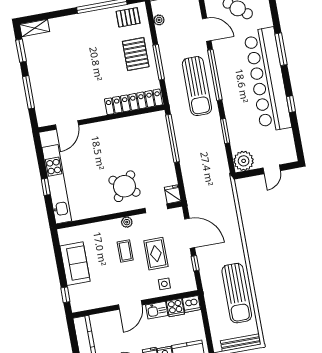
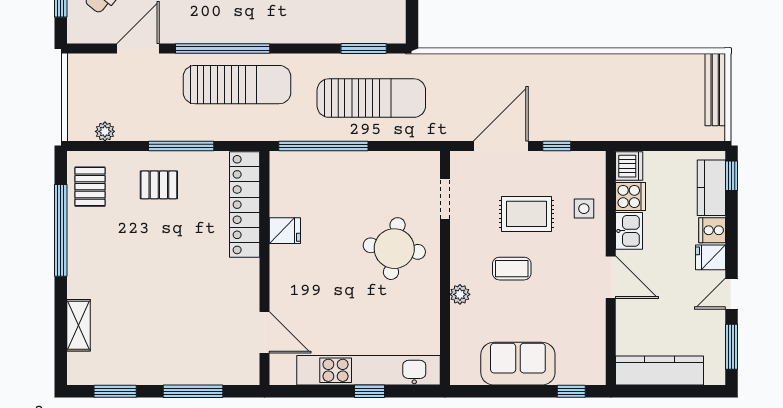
shelving: (35, 28) -> (79, 325), moved
pallet: (136, 54) -> (159, 185), width x0.67, depth x0.71
window: (225, 131) -> (364, 48), moved
plant: (244, 161) -> (388, 25), removed
round table: (124, 186) -> (394, 249), turned -30
fridge: (173, 194) -> (285, 231), moved, turned 180
plant: (127, 222) -> (460, 294), moved
sun lounger: (237, 293) -> (371, 98), moved

